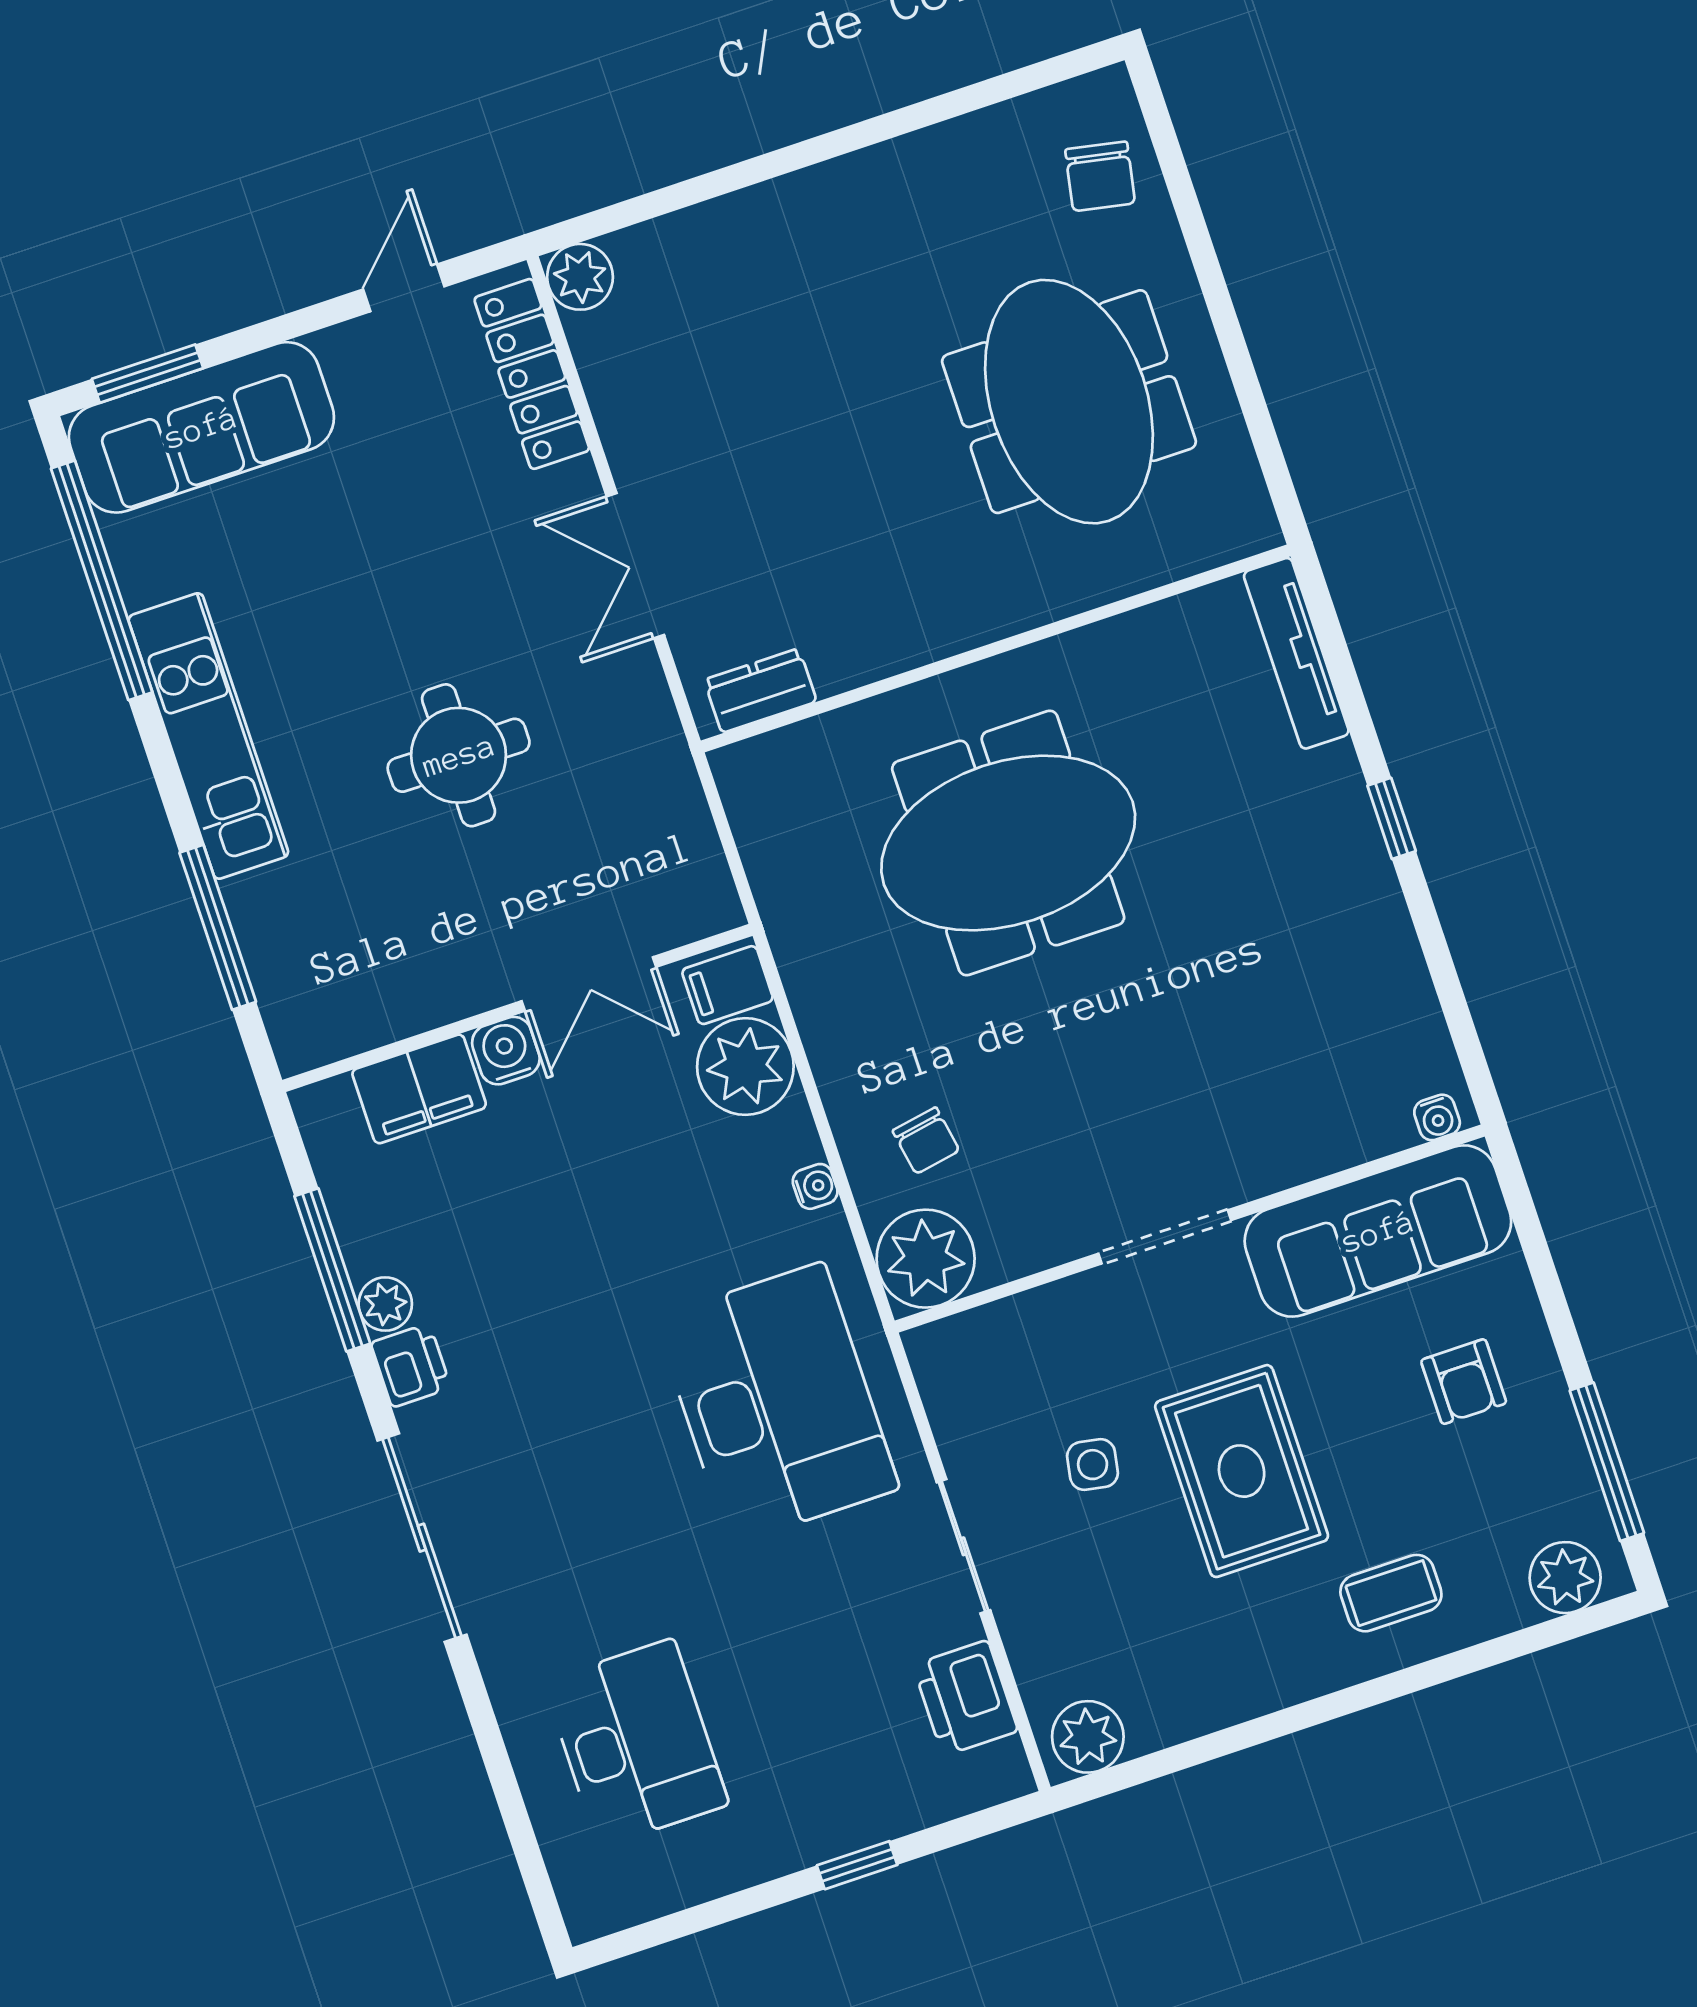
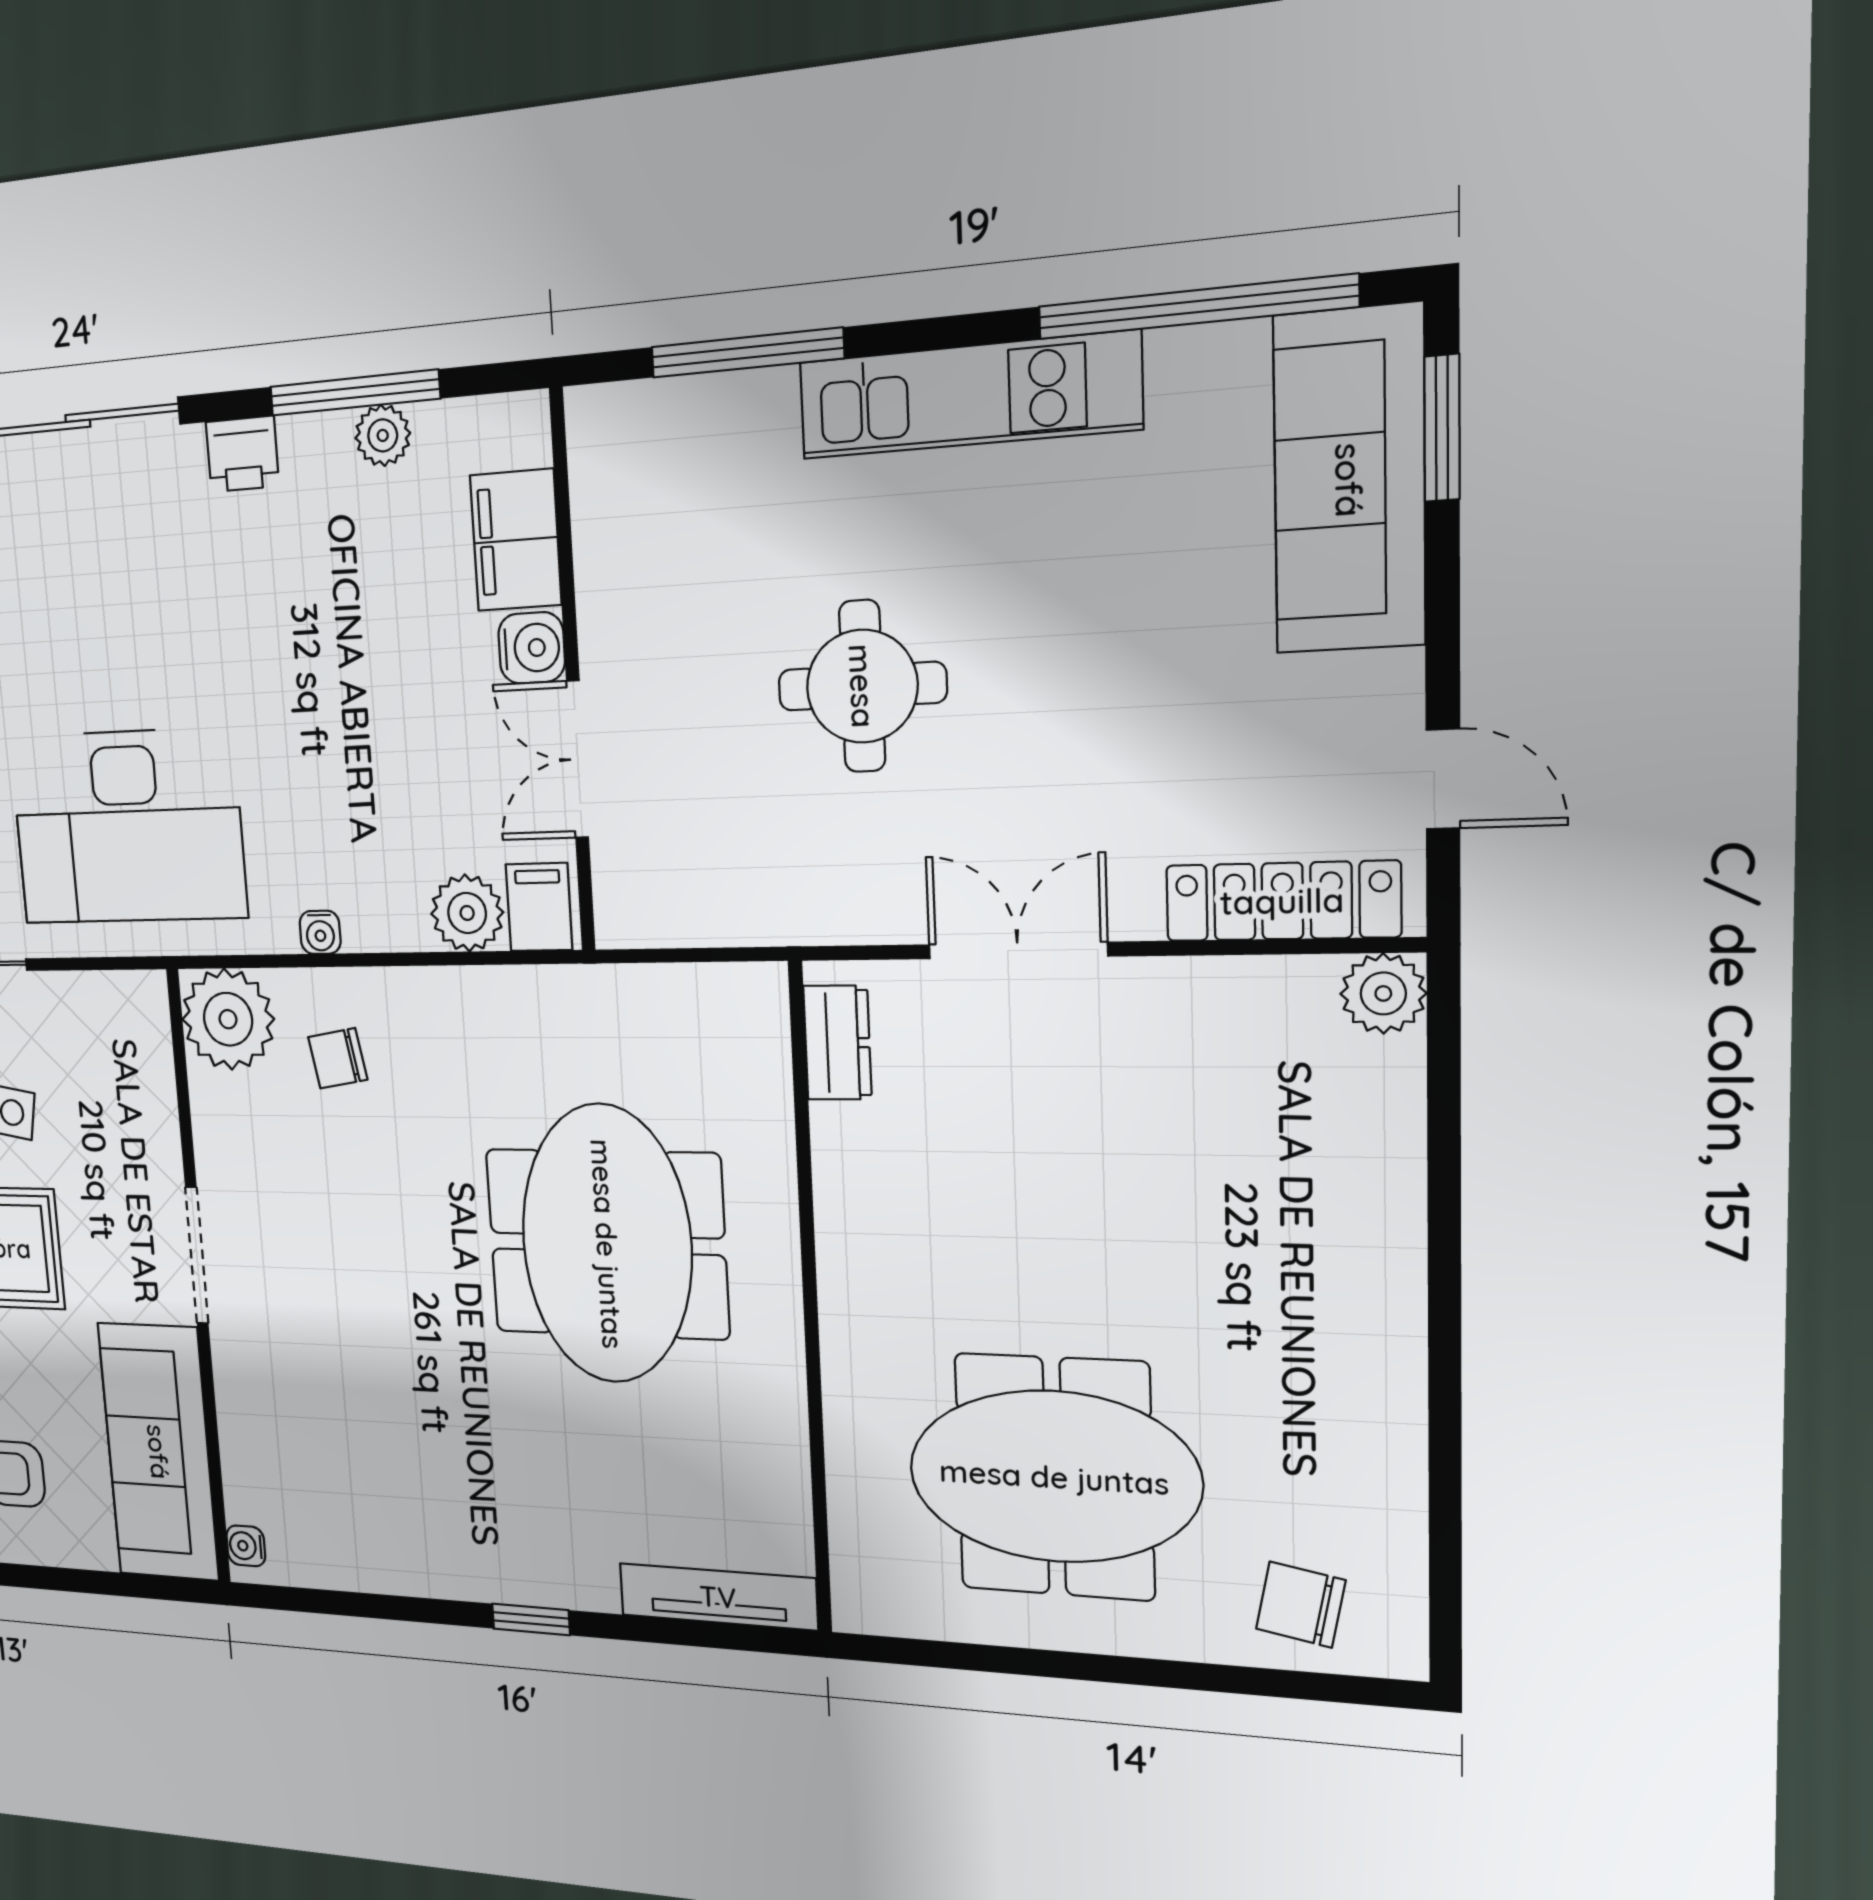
plant: (745, 1067) -> (467, 913), width x0.73, depth x0.73
plant: (385, 1304) -> (383, 435), moved

